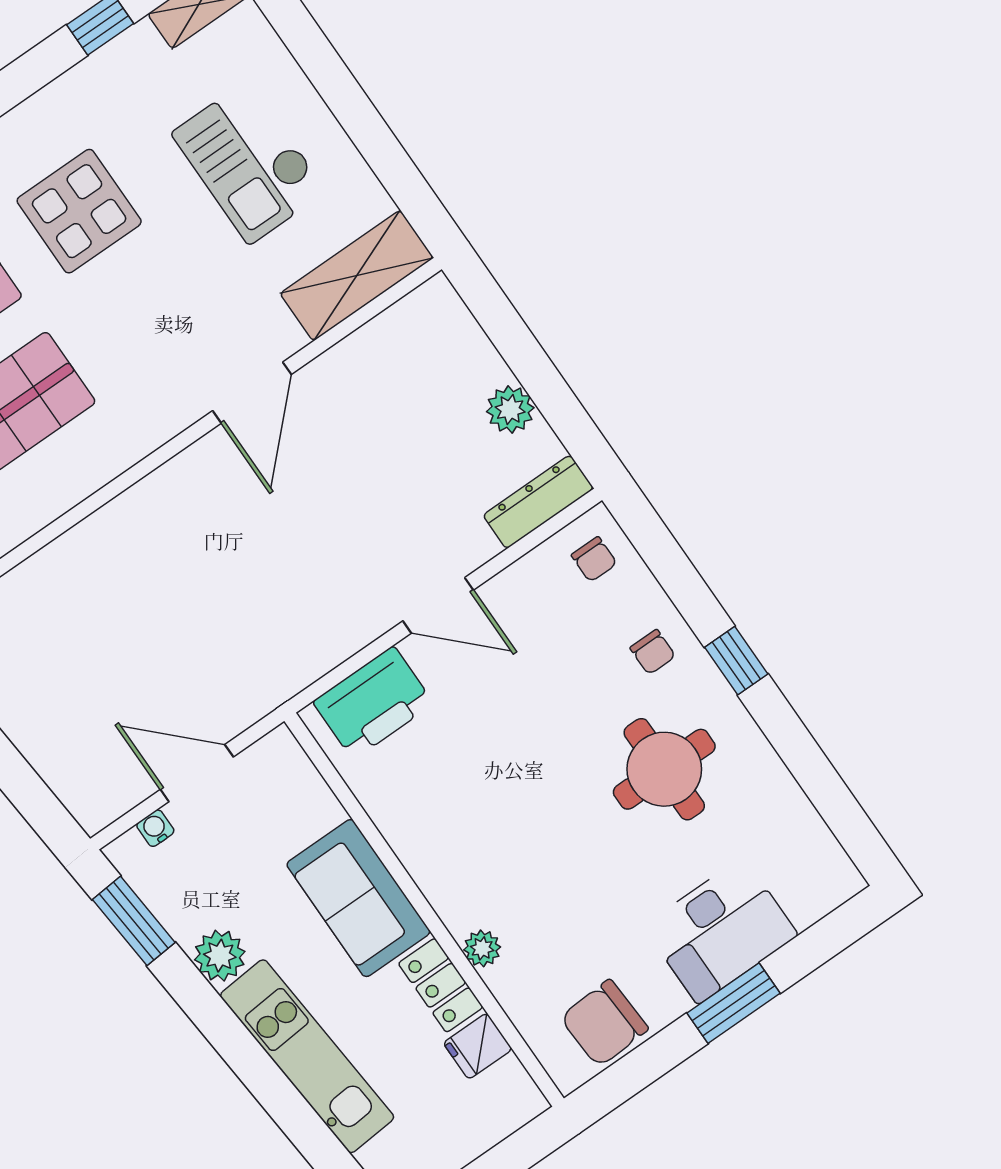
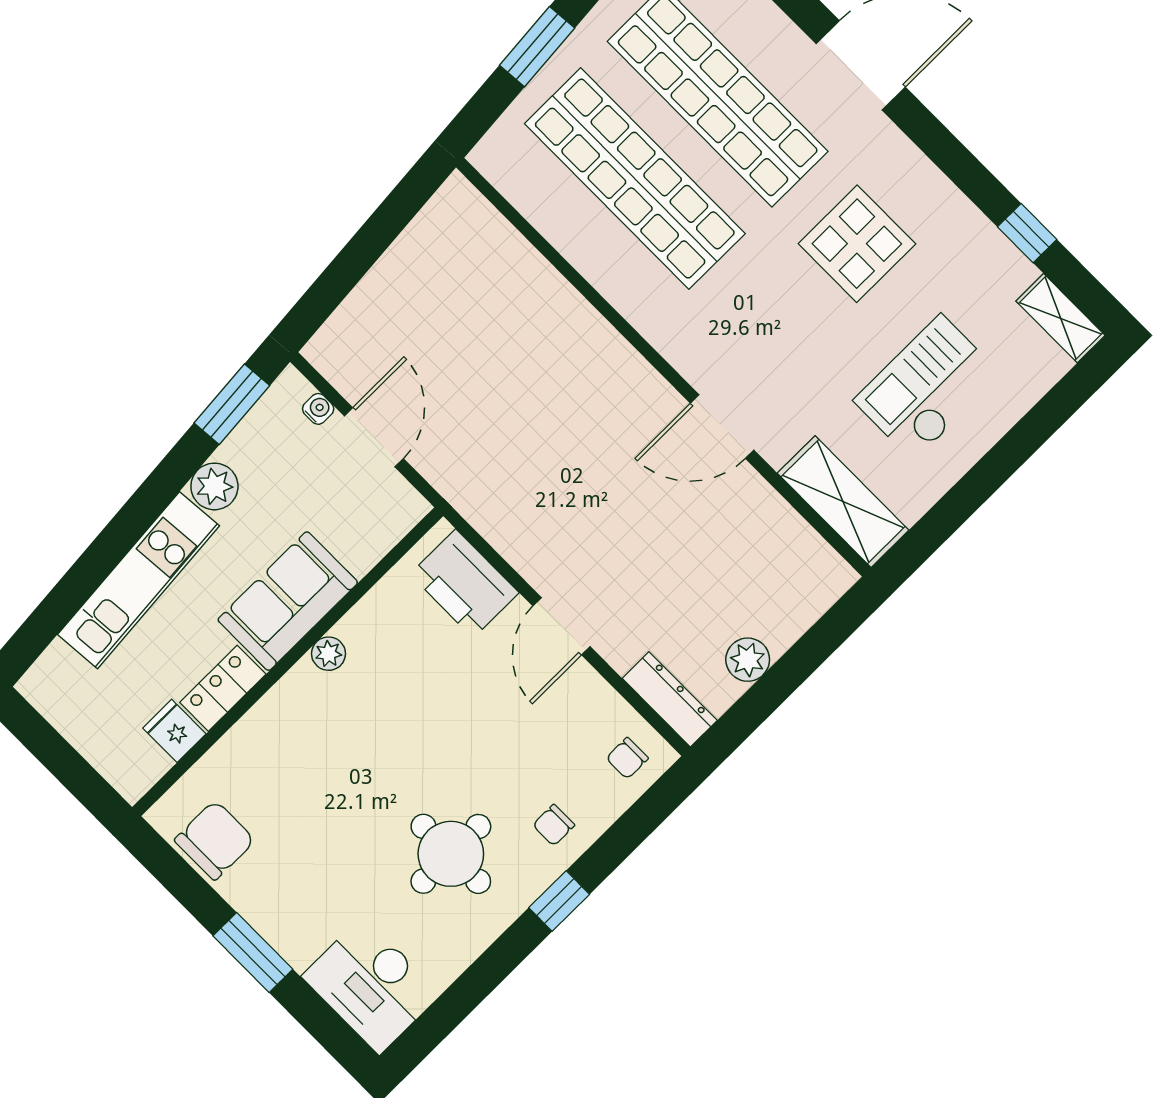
desk: (721, 930) -> (371, 985), moved
plant: (482, 948) -> (328, 654), moved
chair: (604, 1023) -> (215, 840), turned 93

